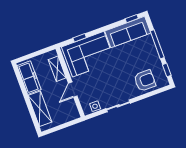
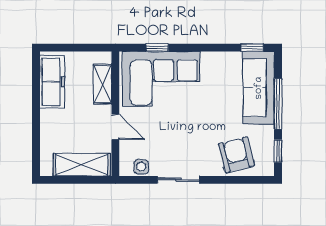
sofa: (128, 32) -> (259, 88), moved, turned 90
armchair: (145, 81) -> (236, 155), turned -104
door: (73, 90) -> (115, 127), swing flipped
shelving: (40, 109) -> (82, 165), moved, turned 90

